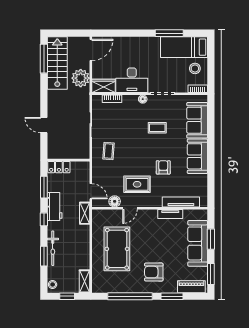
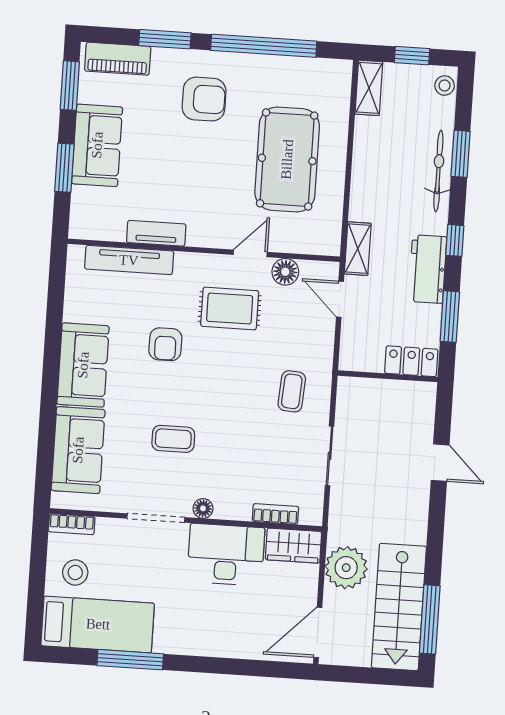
sofa: (198, 243) -> (97, 145), width x0.73

